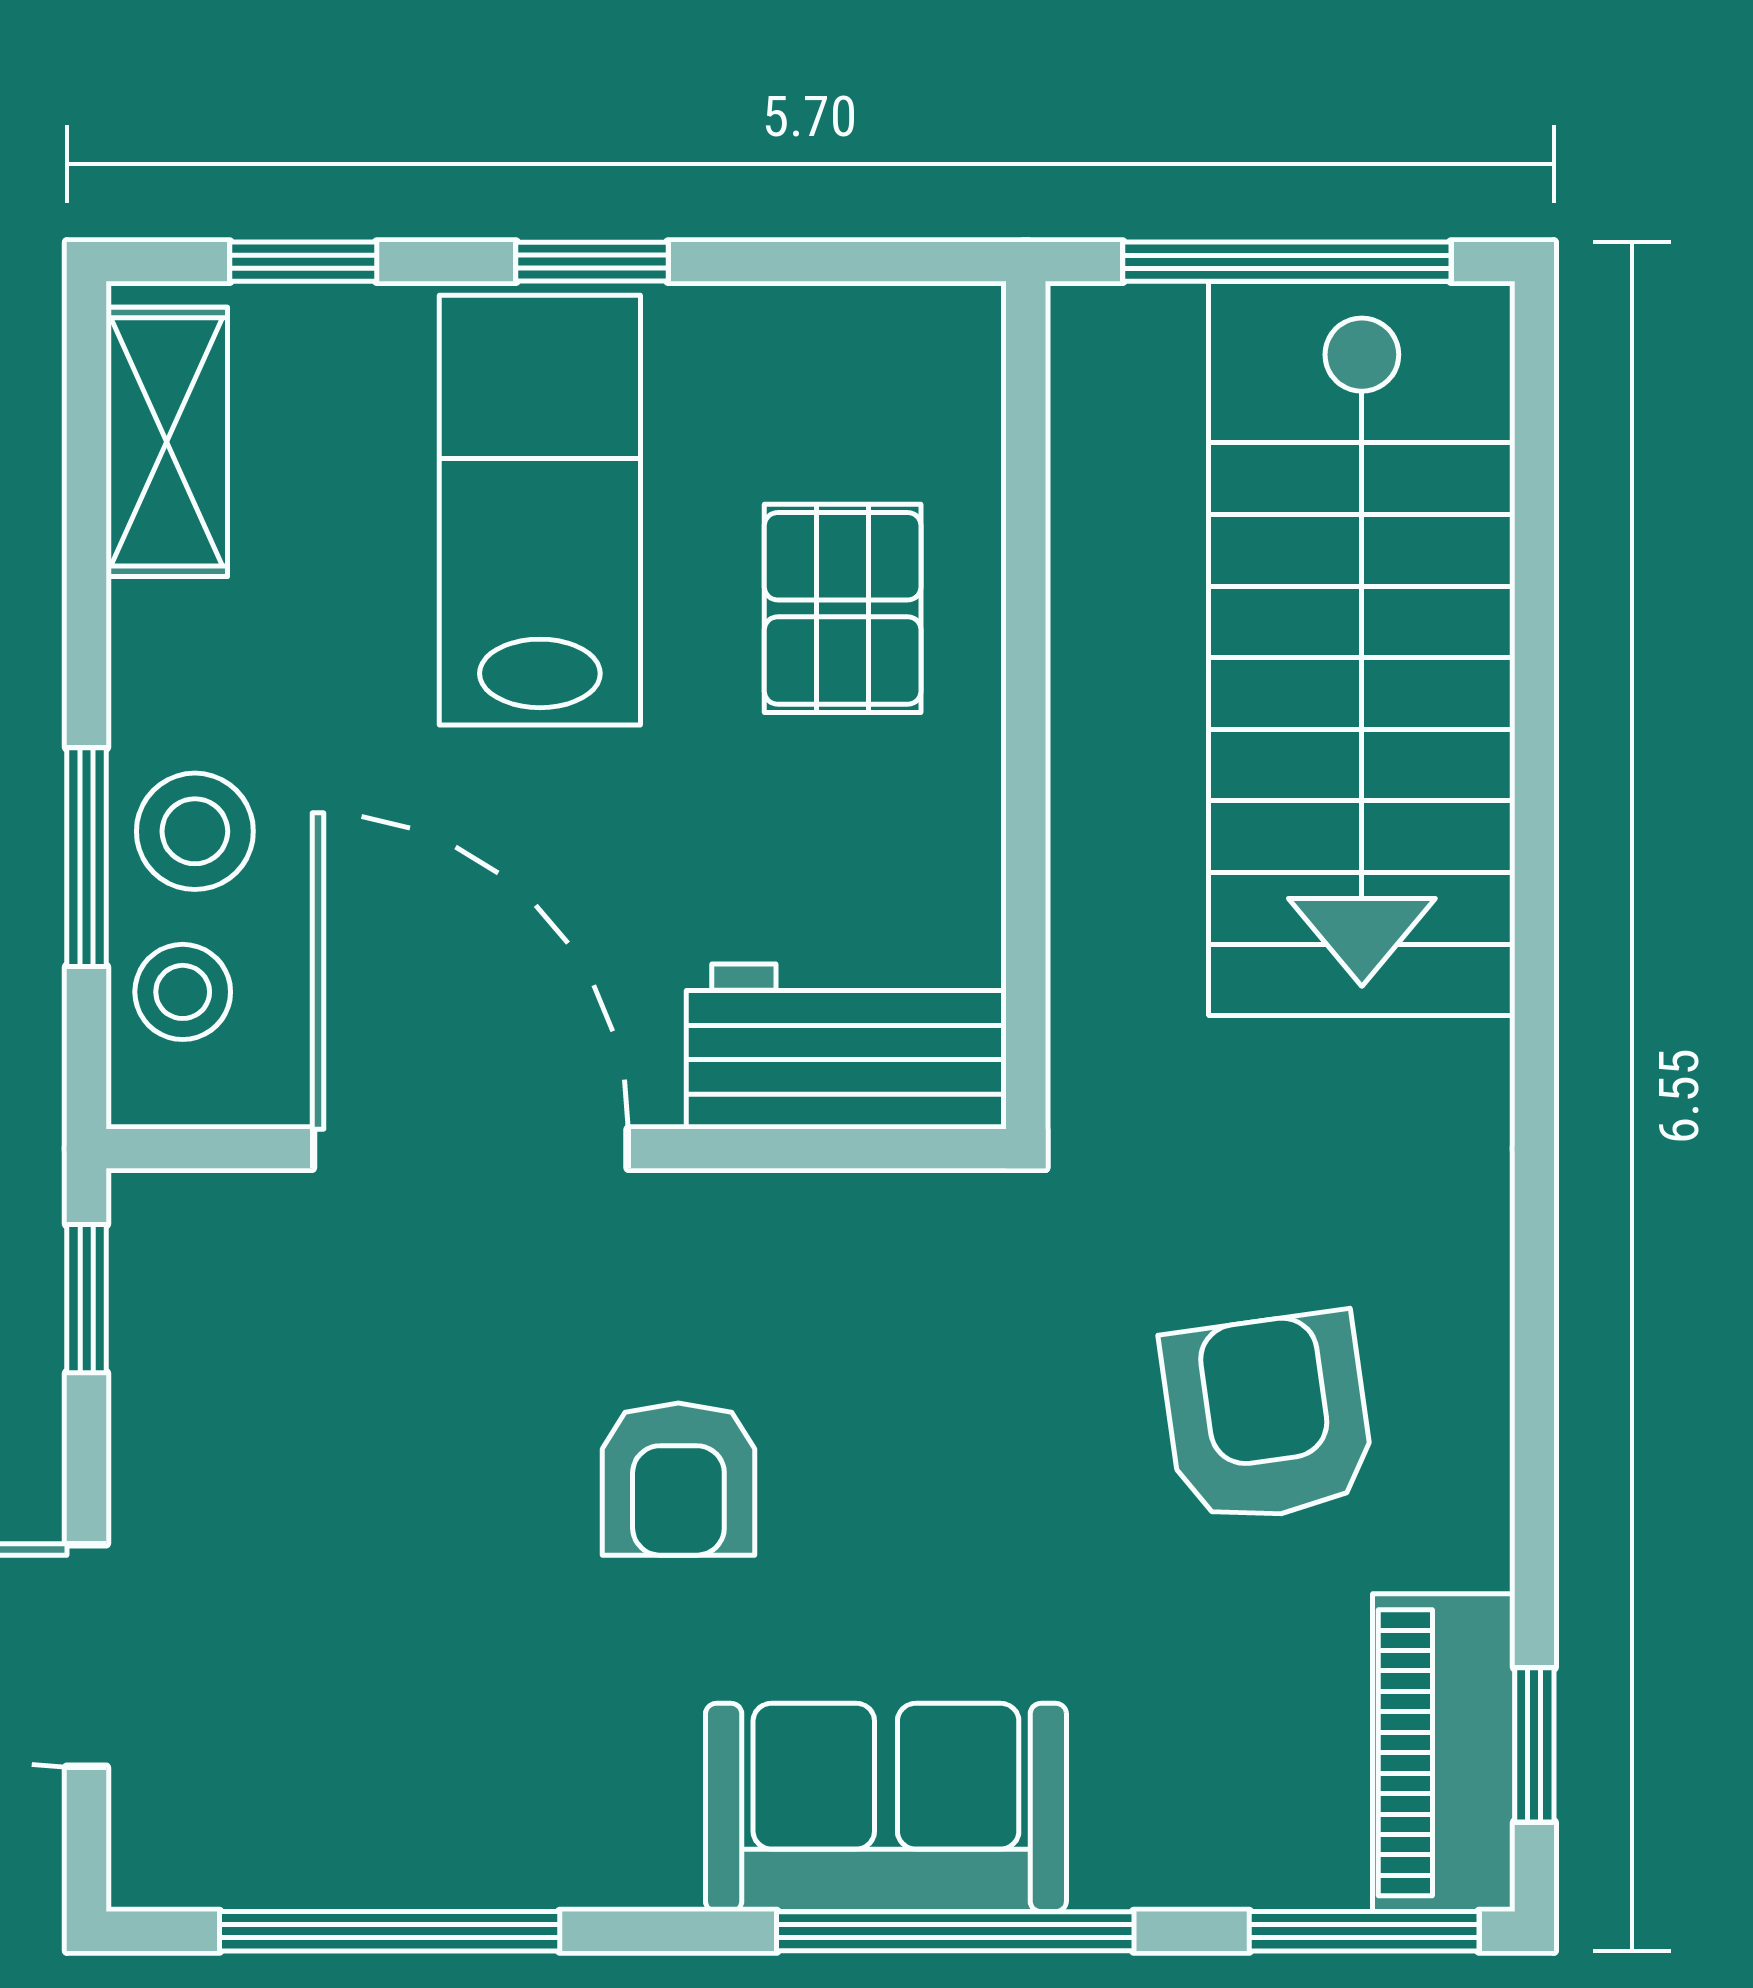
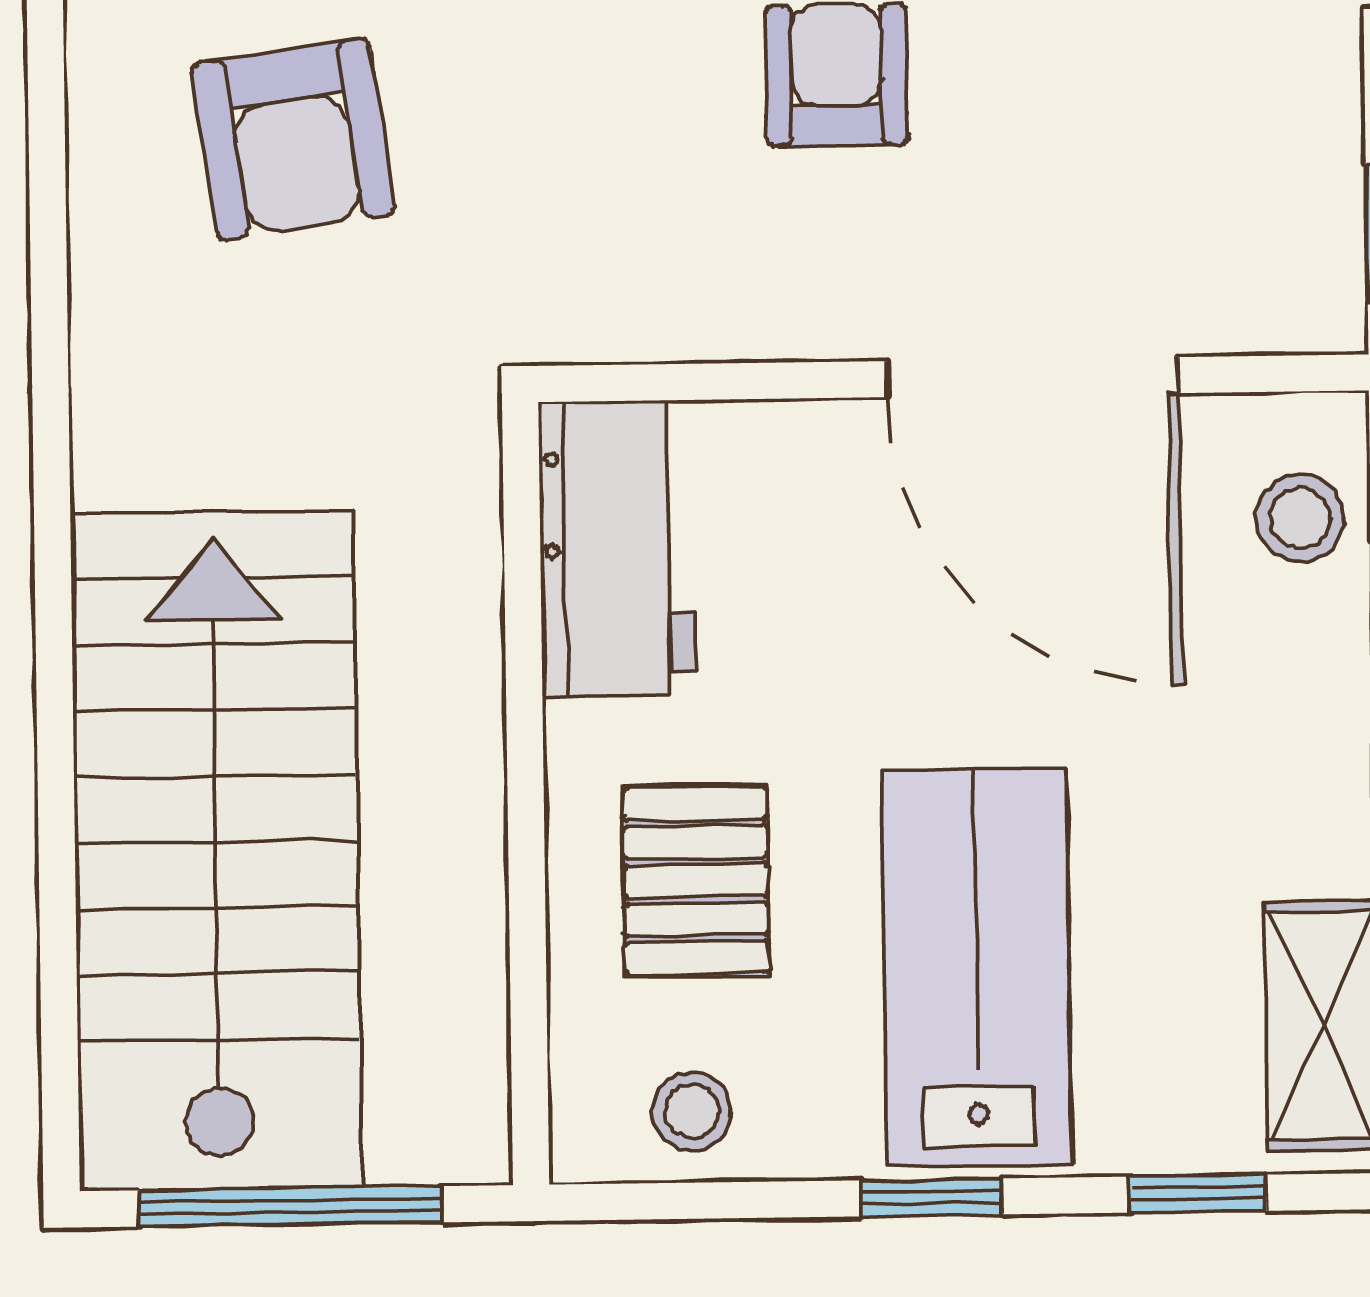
lab bench: (540, 510) -> (977, 967), turned 180
stool: (195, 831) -> (692, 1111), moved, width x0.73, depth x0.73
workbench: (846, 1046) -> (617, 549), moved, turned -90

